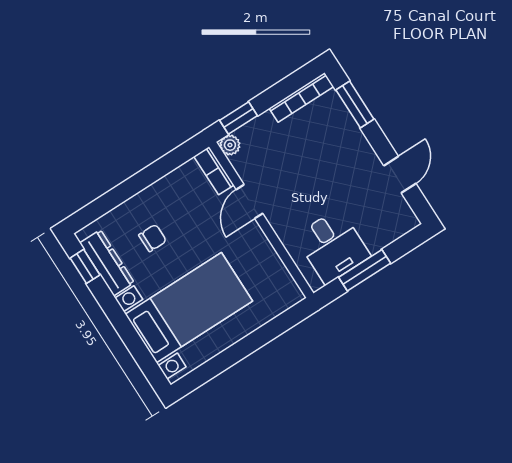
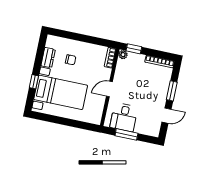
window: (355, 105) -> (172, 91), moved
door: (249, 201) -> (109, 89), moved
dresser: (107, 263) -> (48, 58), width x0.70
window: (85, 266) -> (34, 82), moved

